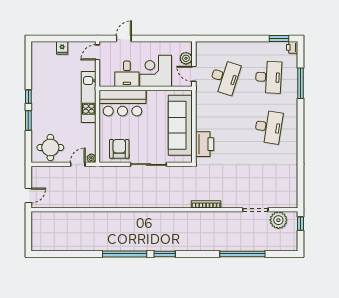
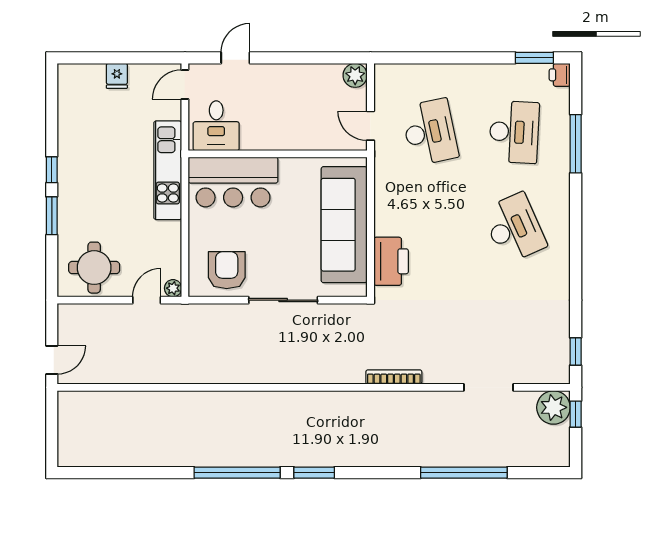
plant: (186, 58) -> (355, 75), moved
corner desk: (156, 71) -> (297, 120), removed
desk: (127, 74) -> (216, 126), moved
desk: (225, 77) -> (430, 132), turned -30
desk: (268, 127) -> (514, 228), turned -33
window: (300, 191) -> (576, 352), added
plant: (278, 220) -> (553, 407), moved

